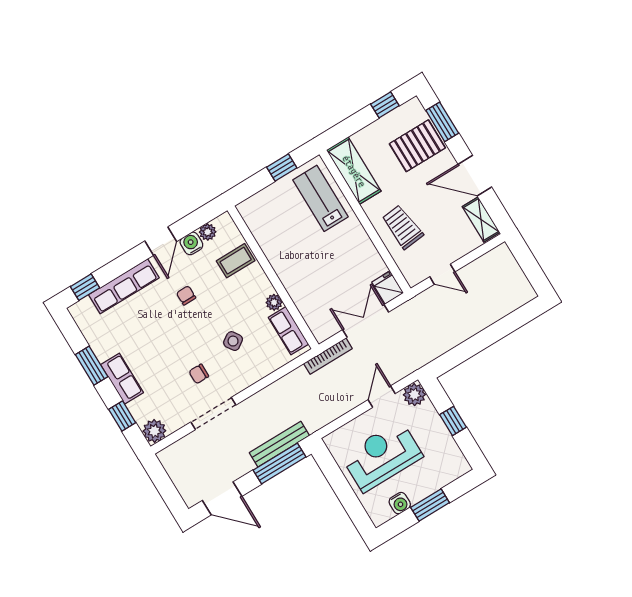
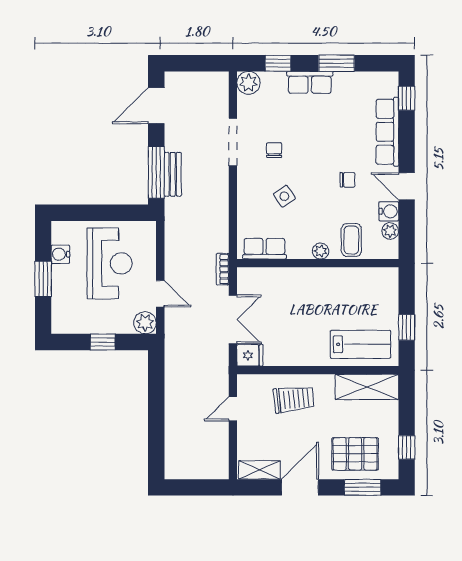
pallet: (417, 146) -> (355, 454), turned 90
plant: (274, 302) -> (321, 251), moved
bookcase: (328, 356) -> (223, 269), width x0.64
bench: (279, 444) -> (173, 174), width x0.73

